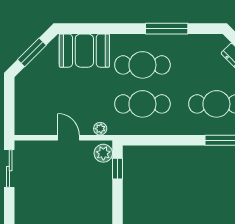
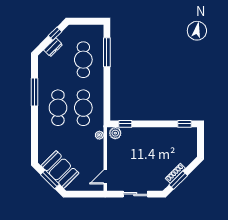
booth: (84, 51) -> (60, 169), moved, turned -45
door: (68, 138) -> (105, 177), moved
sliding door: (9, 169) -> (135, 194), moved

